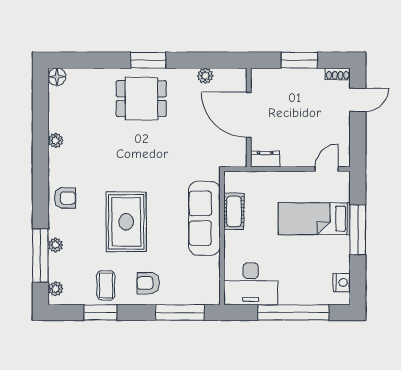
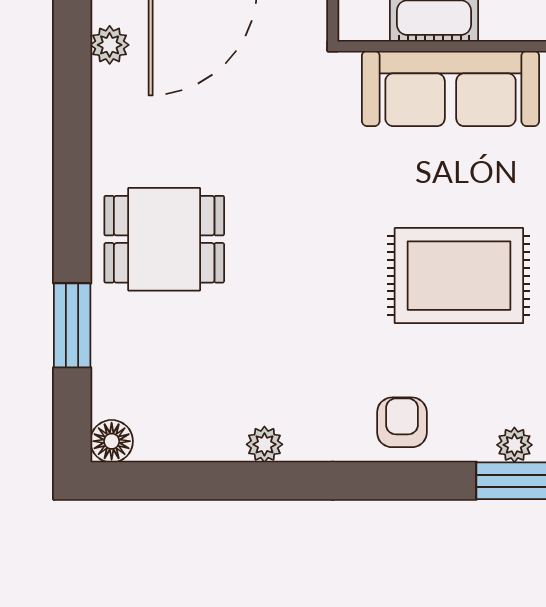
window: (148, 60) -> (72, 325), moved
plant: (205, 76) -> (110, 45), moved
dining table: (141, 99) -> (164, 239), turned 90

